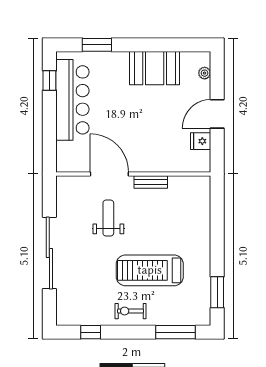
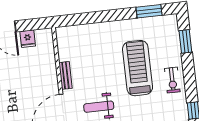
treadmill: (150, 270) -> (138, 68), turned 180
window: (176, 332) -> (185, 41), width x0.69

